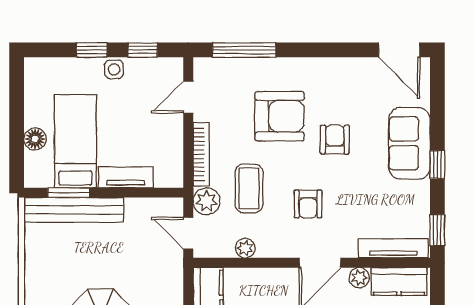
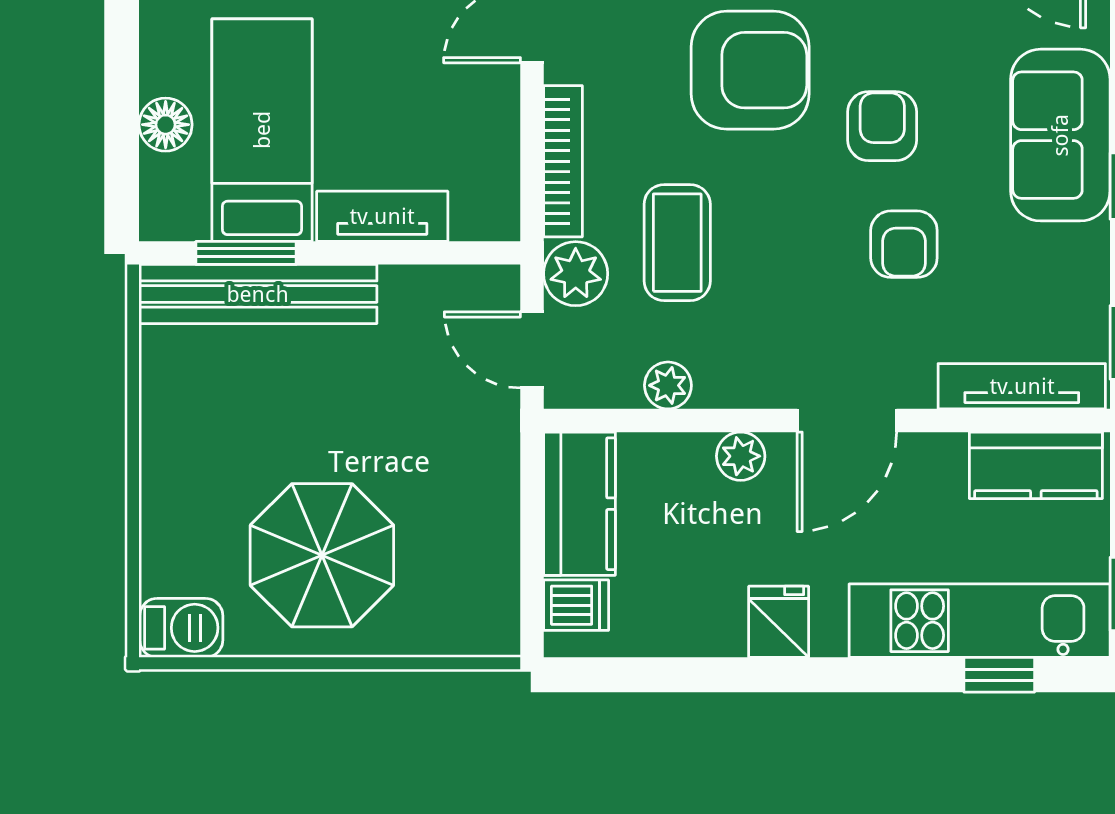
armchair: (308, 204) -> (904, 244), moved
plant: (359, 278) -> (741, 456), moved

